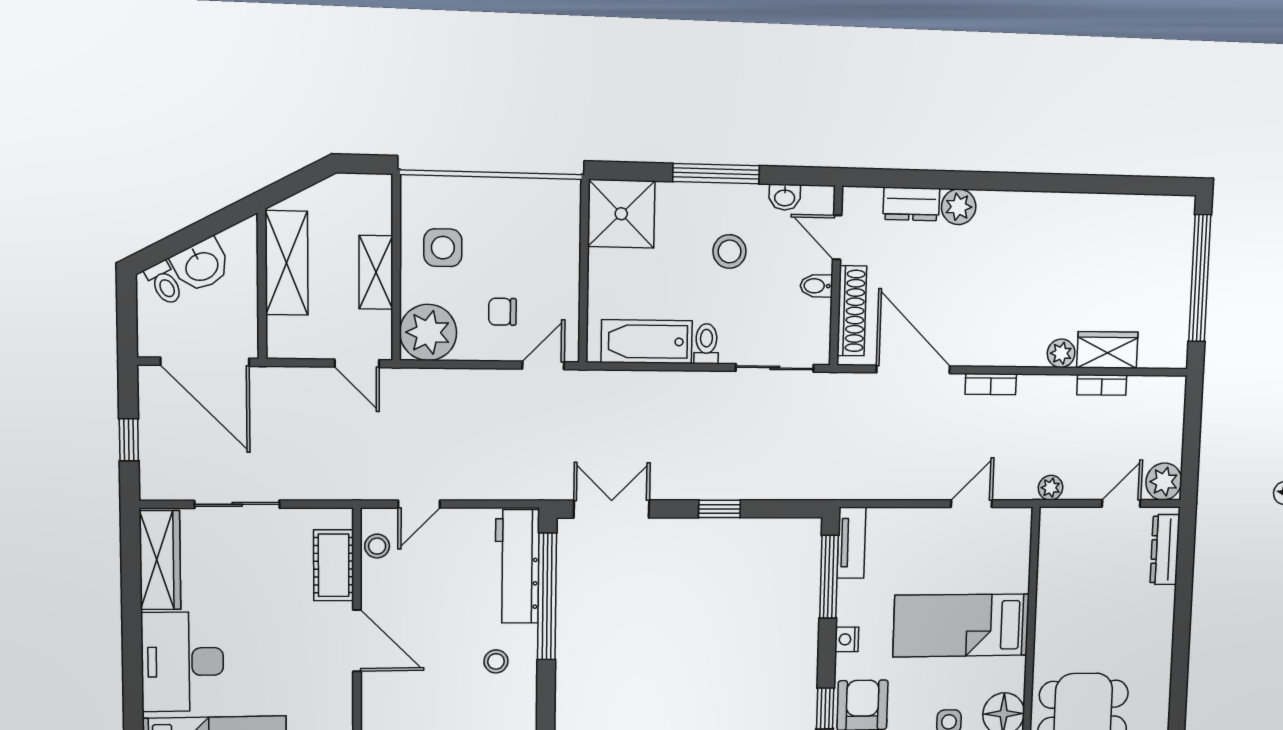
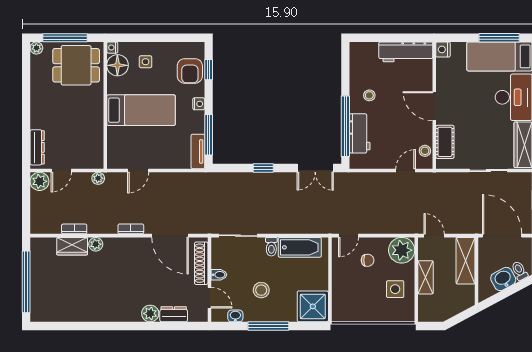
shelving: (287, 263) -> (466, 261), moved
workbench: (517, 566) -> (360, 133), width x0.73

